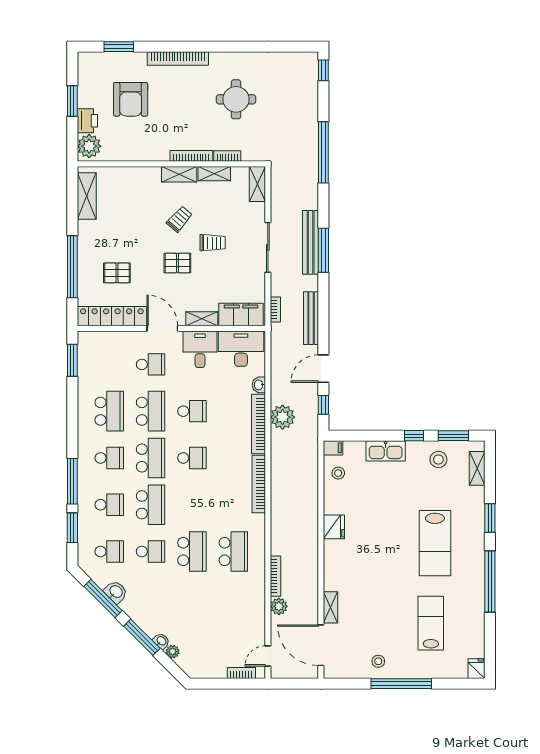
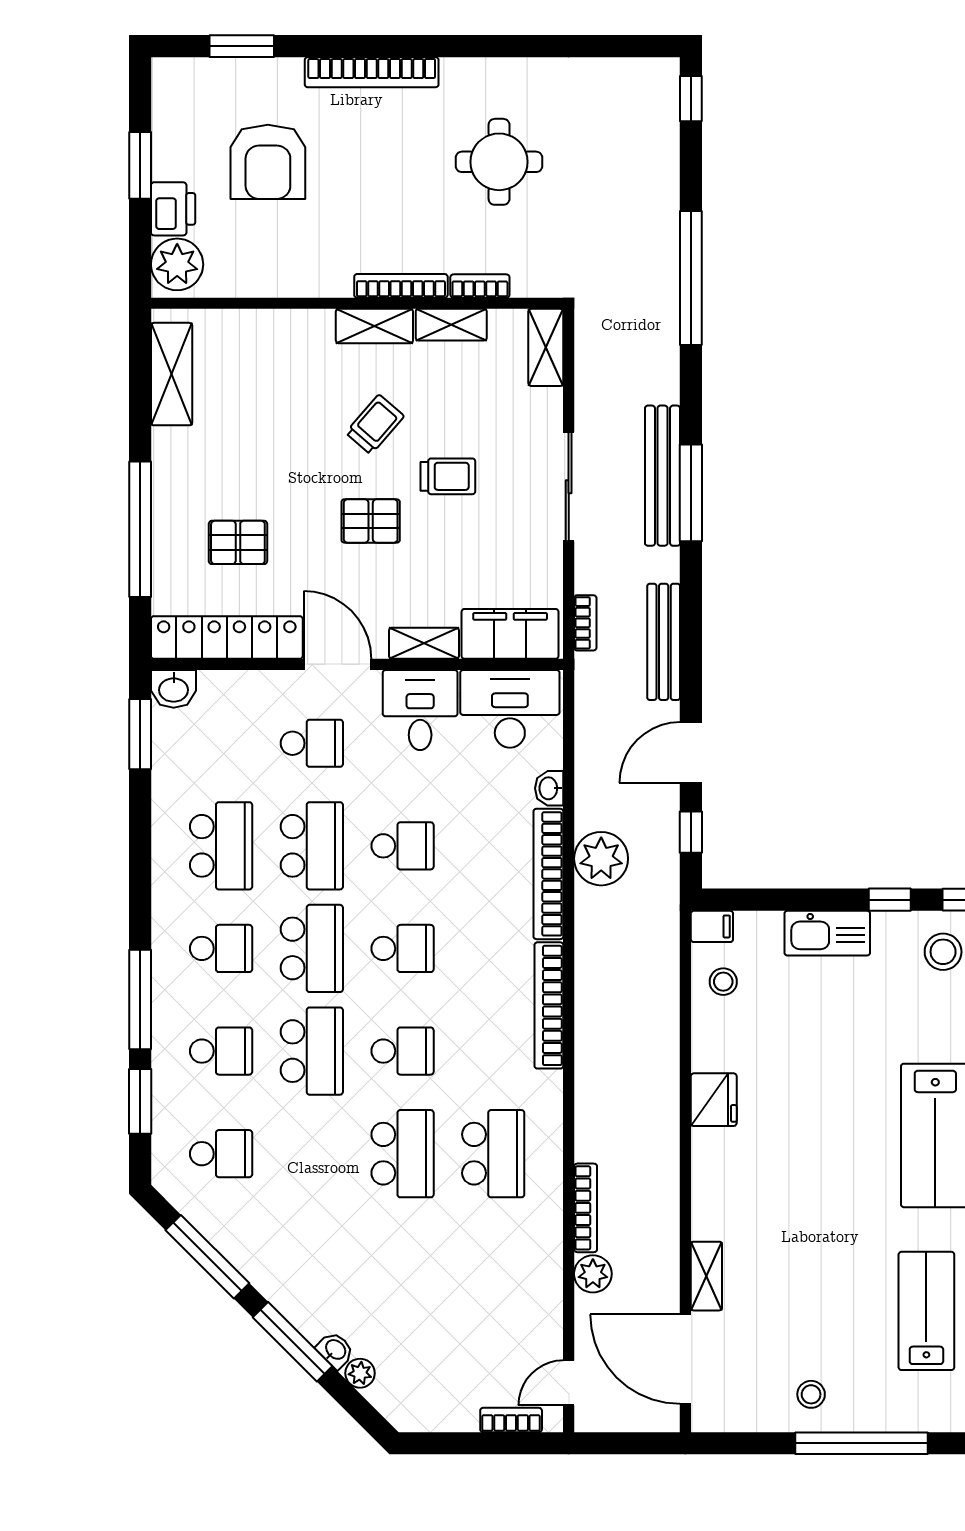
school desk: (151, 552) -> (403, 1051), moved
washbasin: (116, 592) -> (174, 689), moved, turned 135

